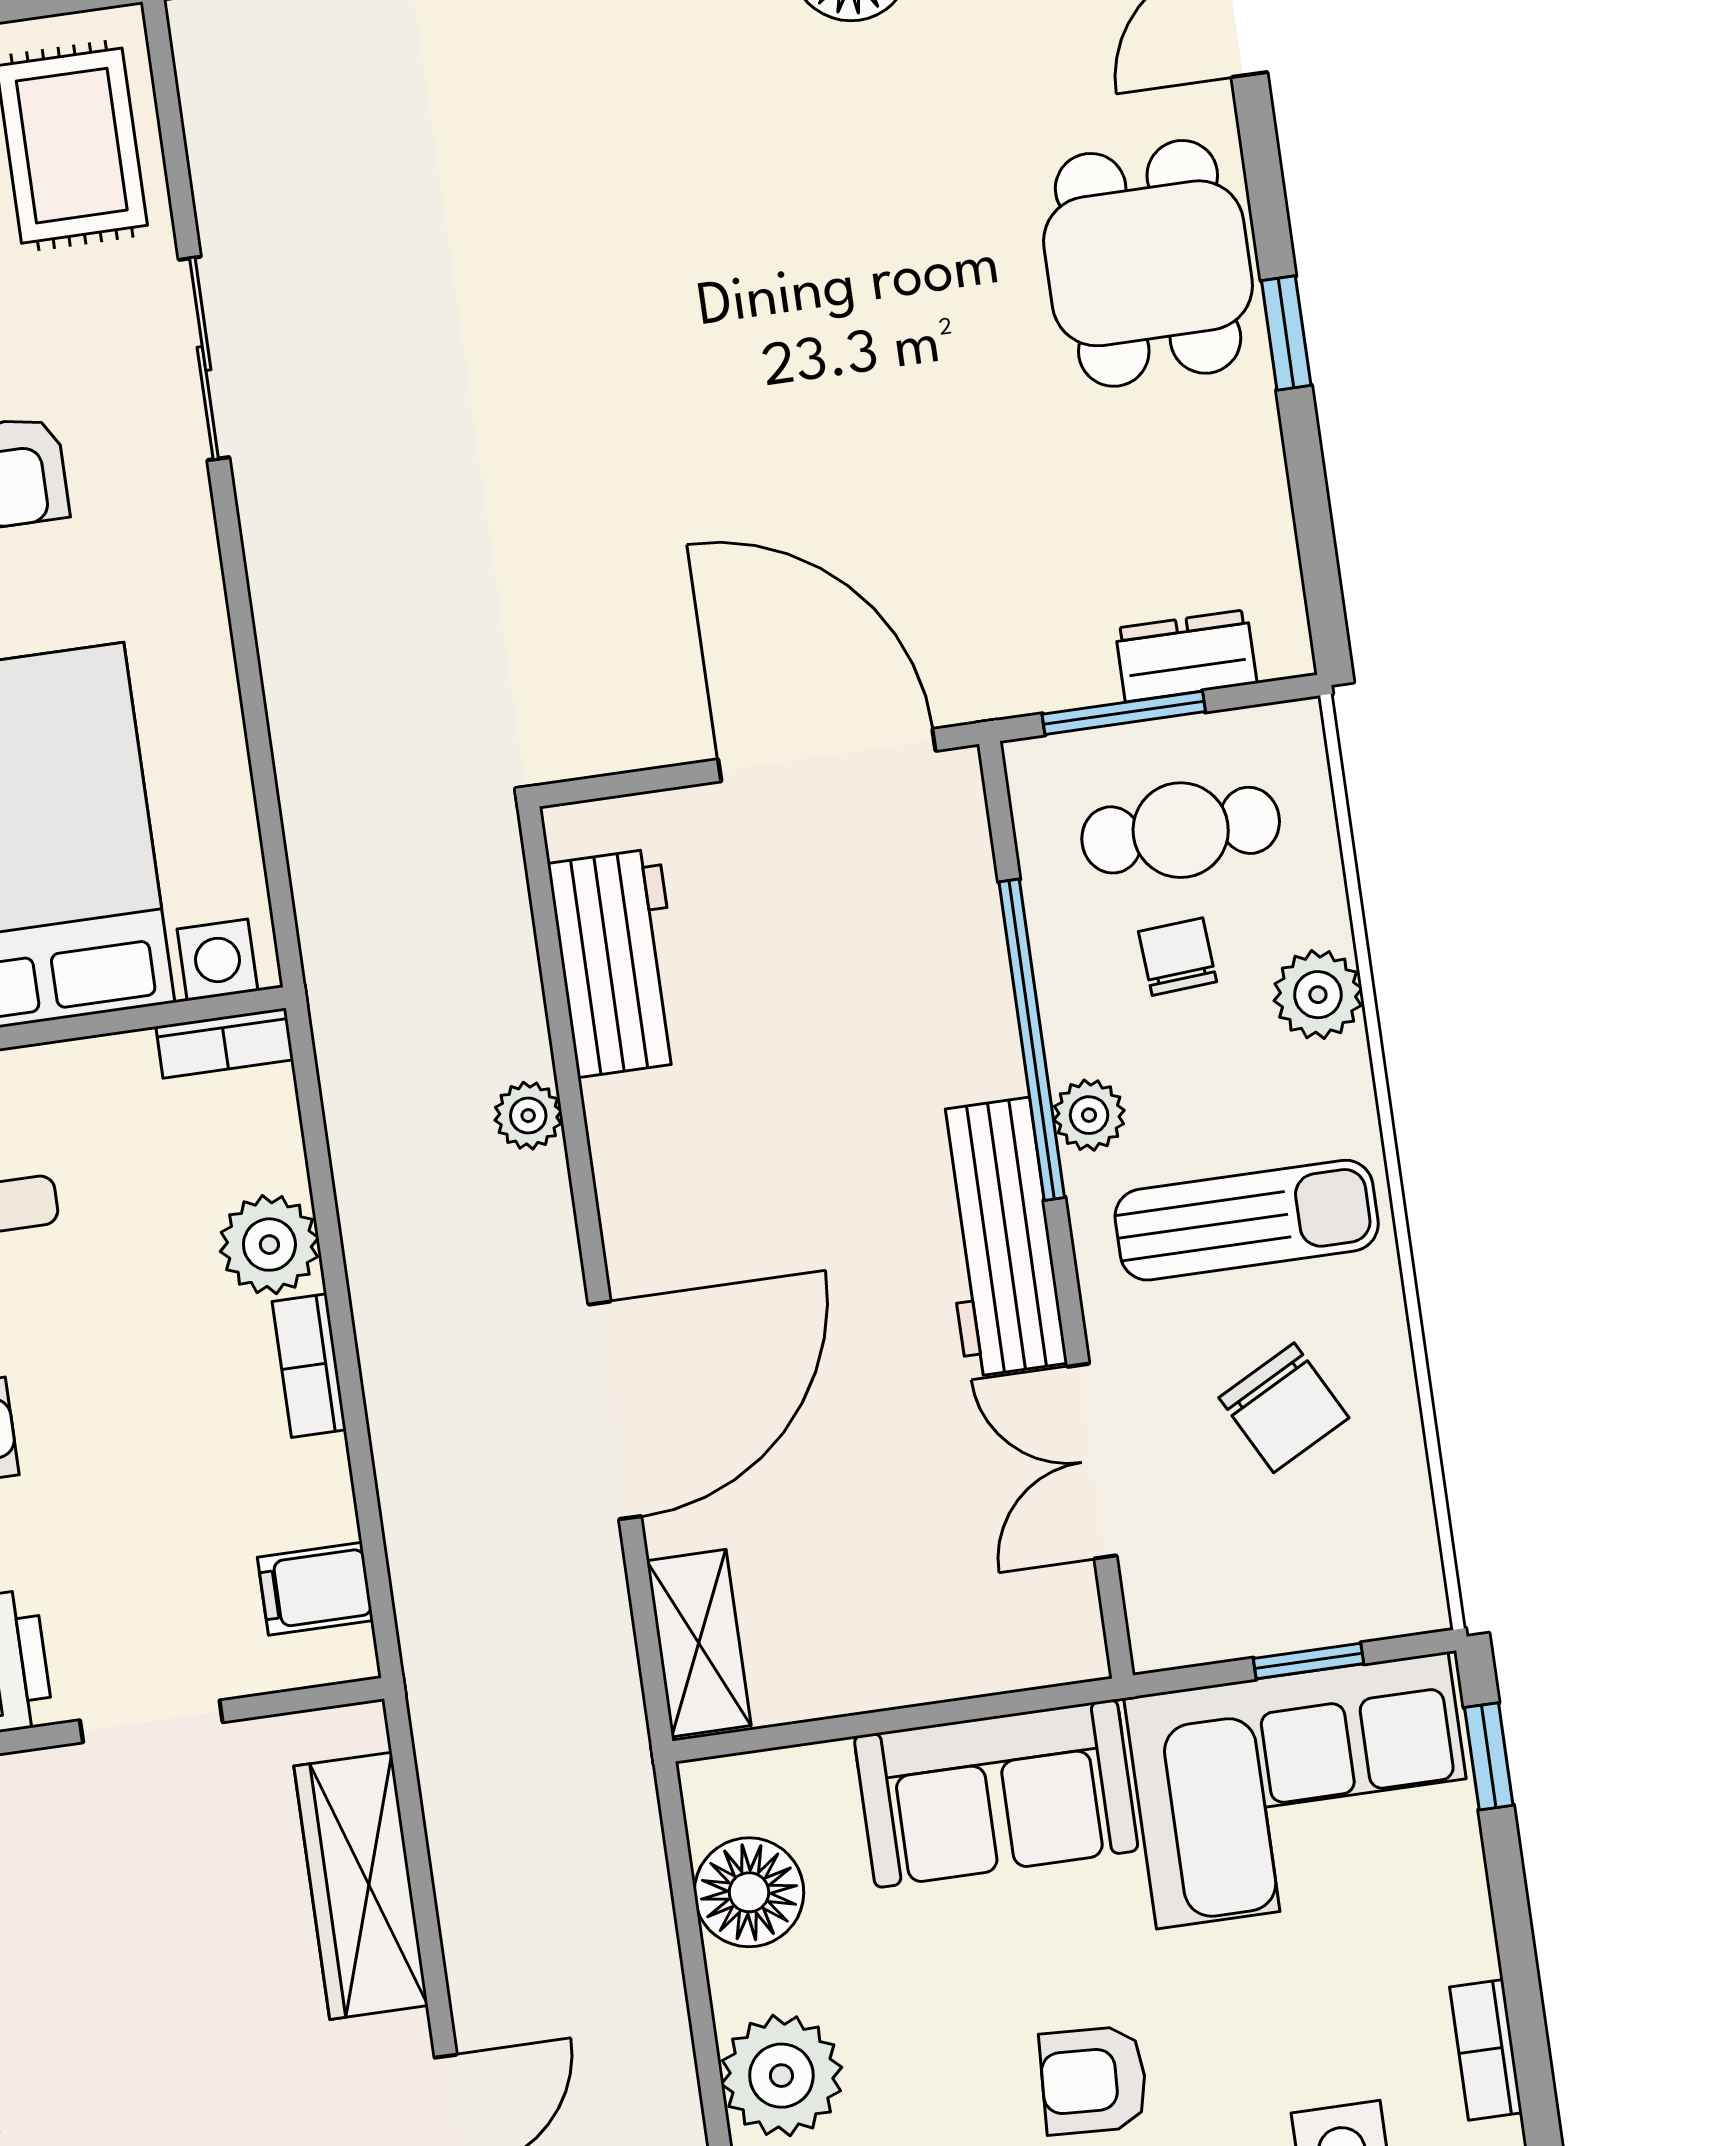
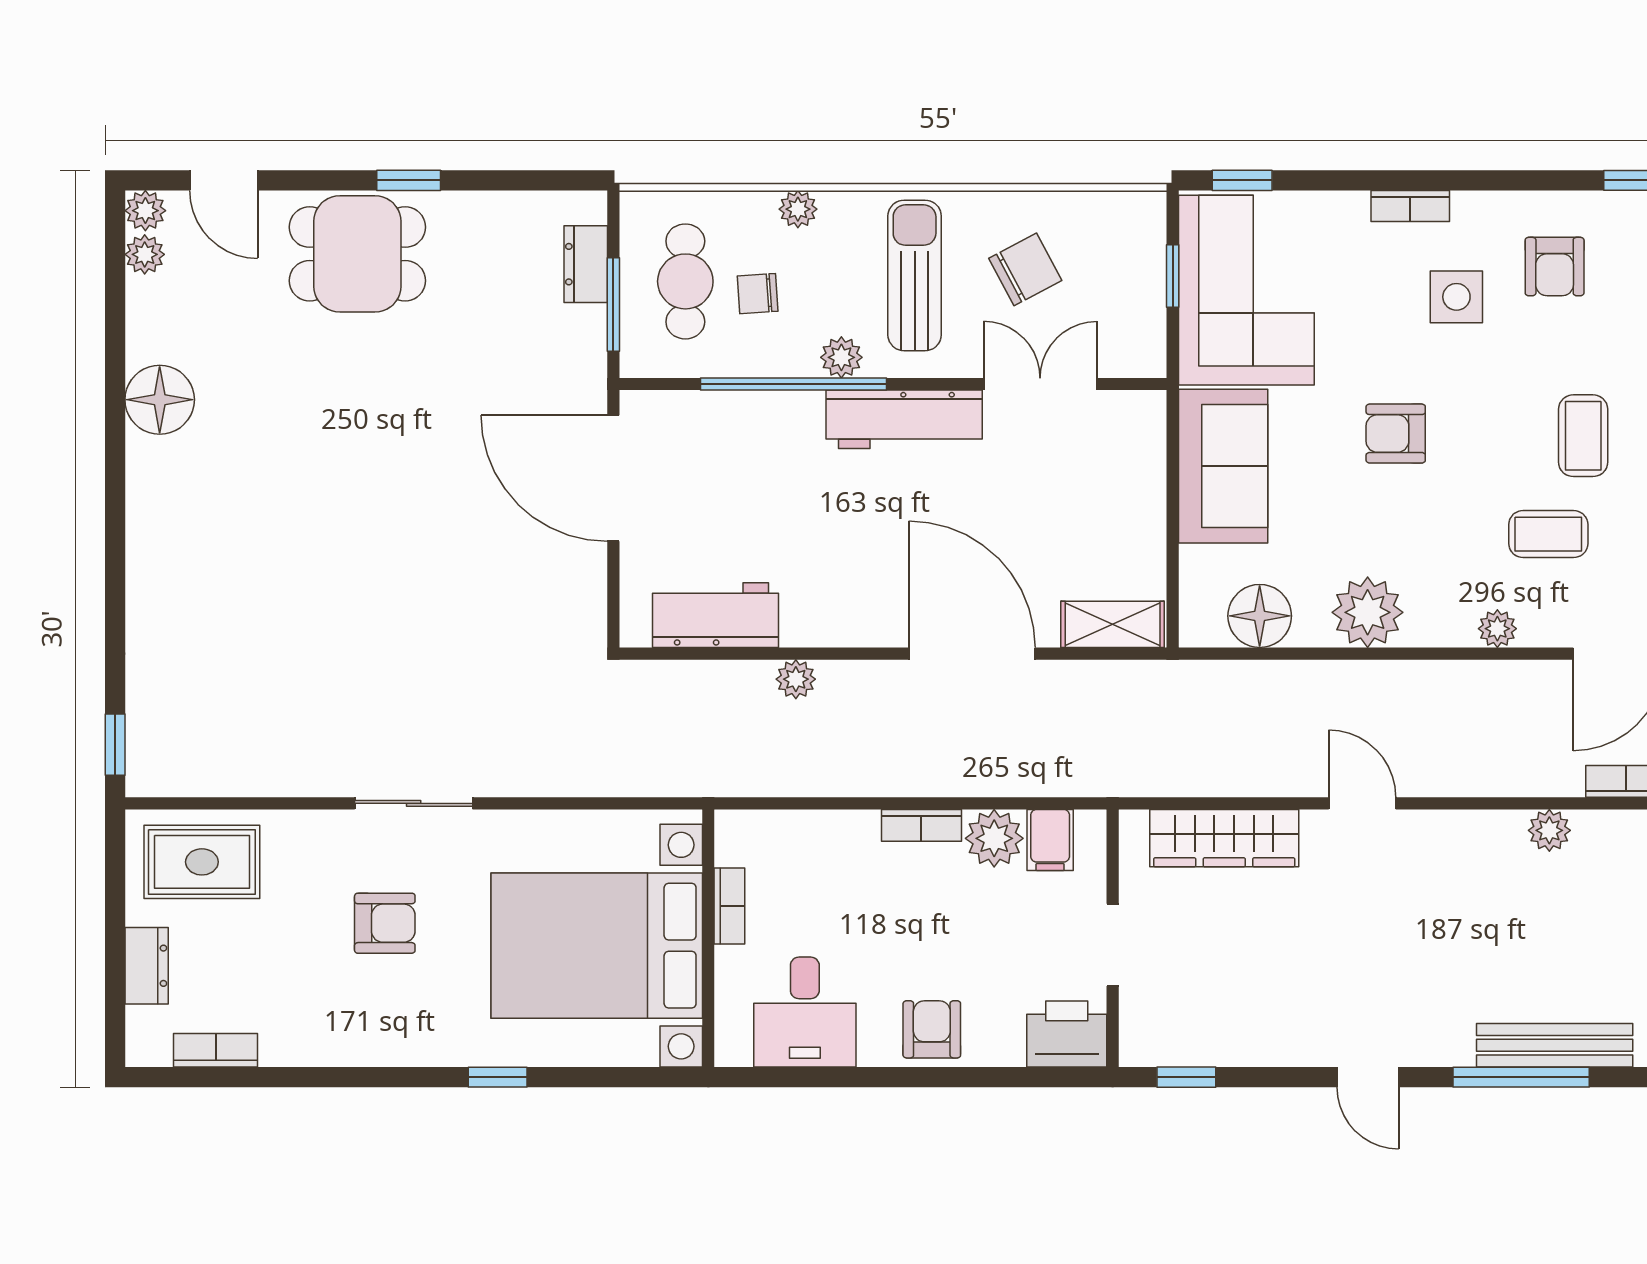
sliding door: (204, 358) -> (414, 803), moved
door: (827, 755) -> (613, 478), hinge flipped
plant: (1318, 995) -> (798, 209), width x0.73, depth x0.73
bookcase: (225, 1043) -> (729, 906), moved
plant: (269, 1245) -> (994, 838), moved
double door: (1092, 1461) -> (1040, 384), swing flipped
armchair: (1094, 2080) -> (1396, 434), turned 87

